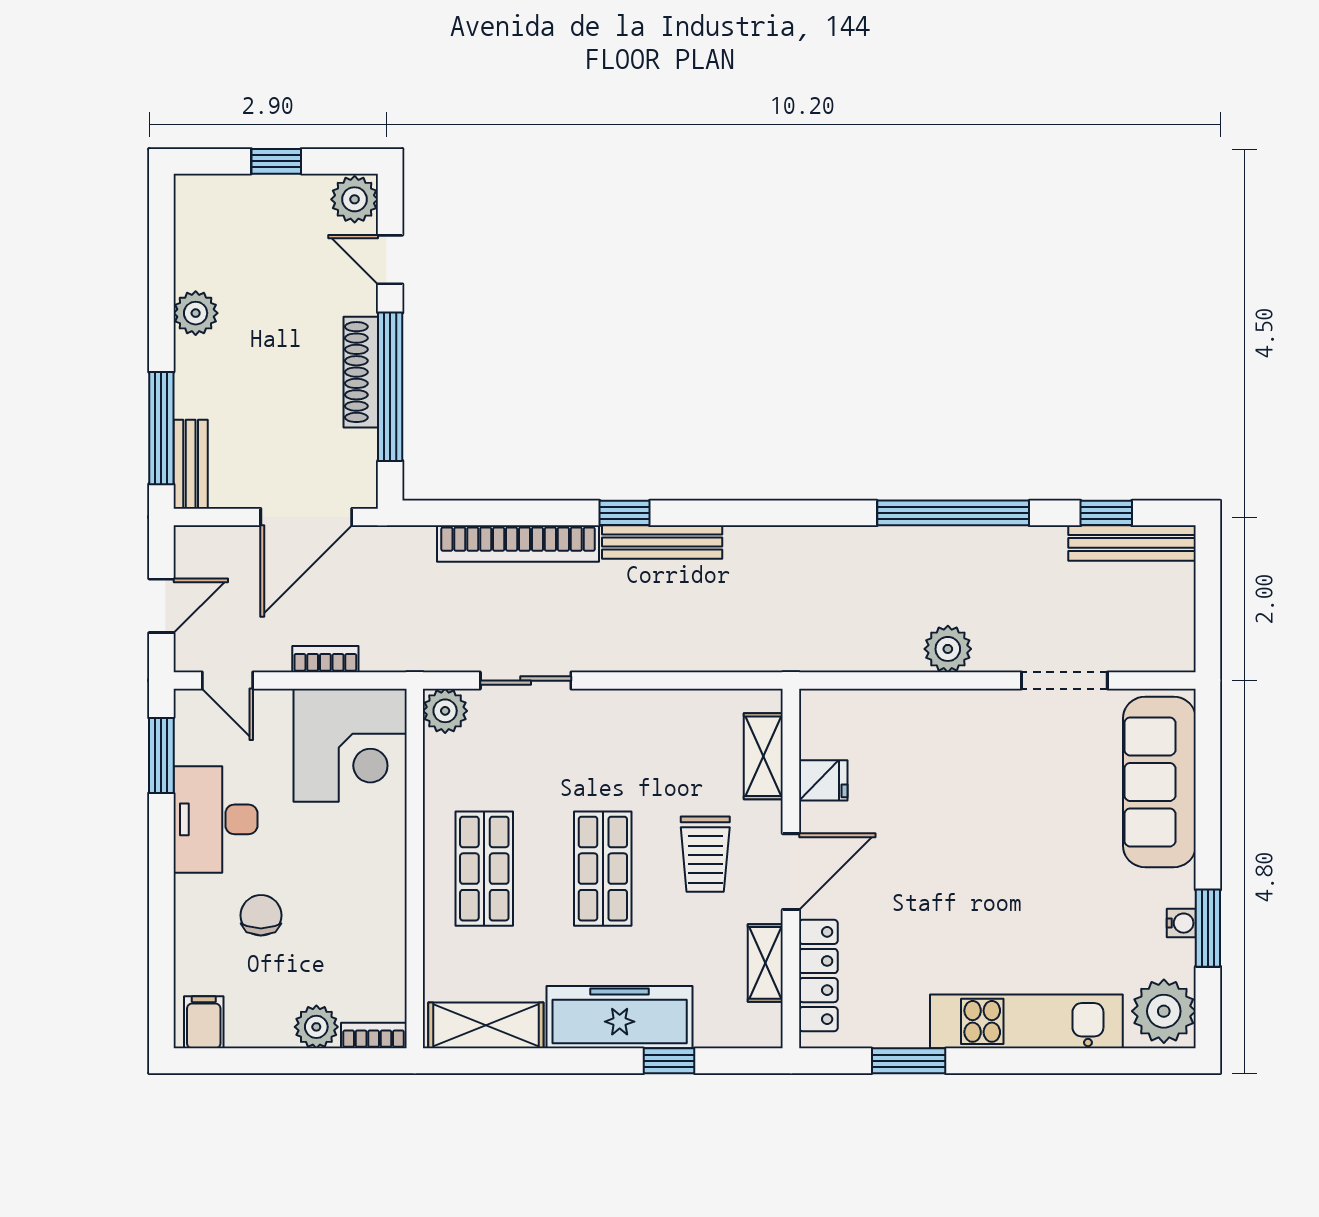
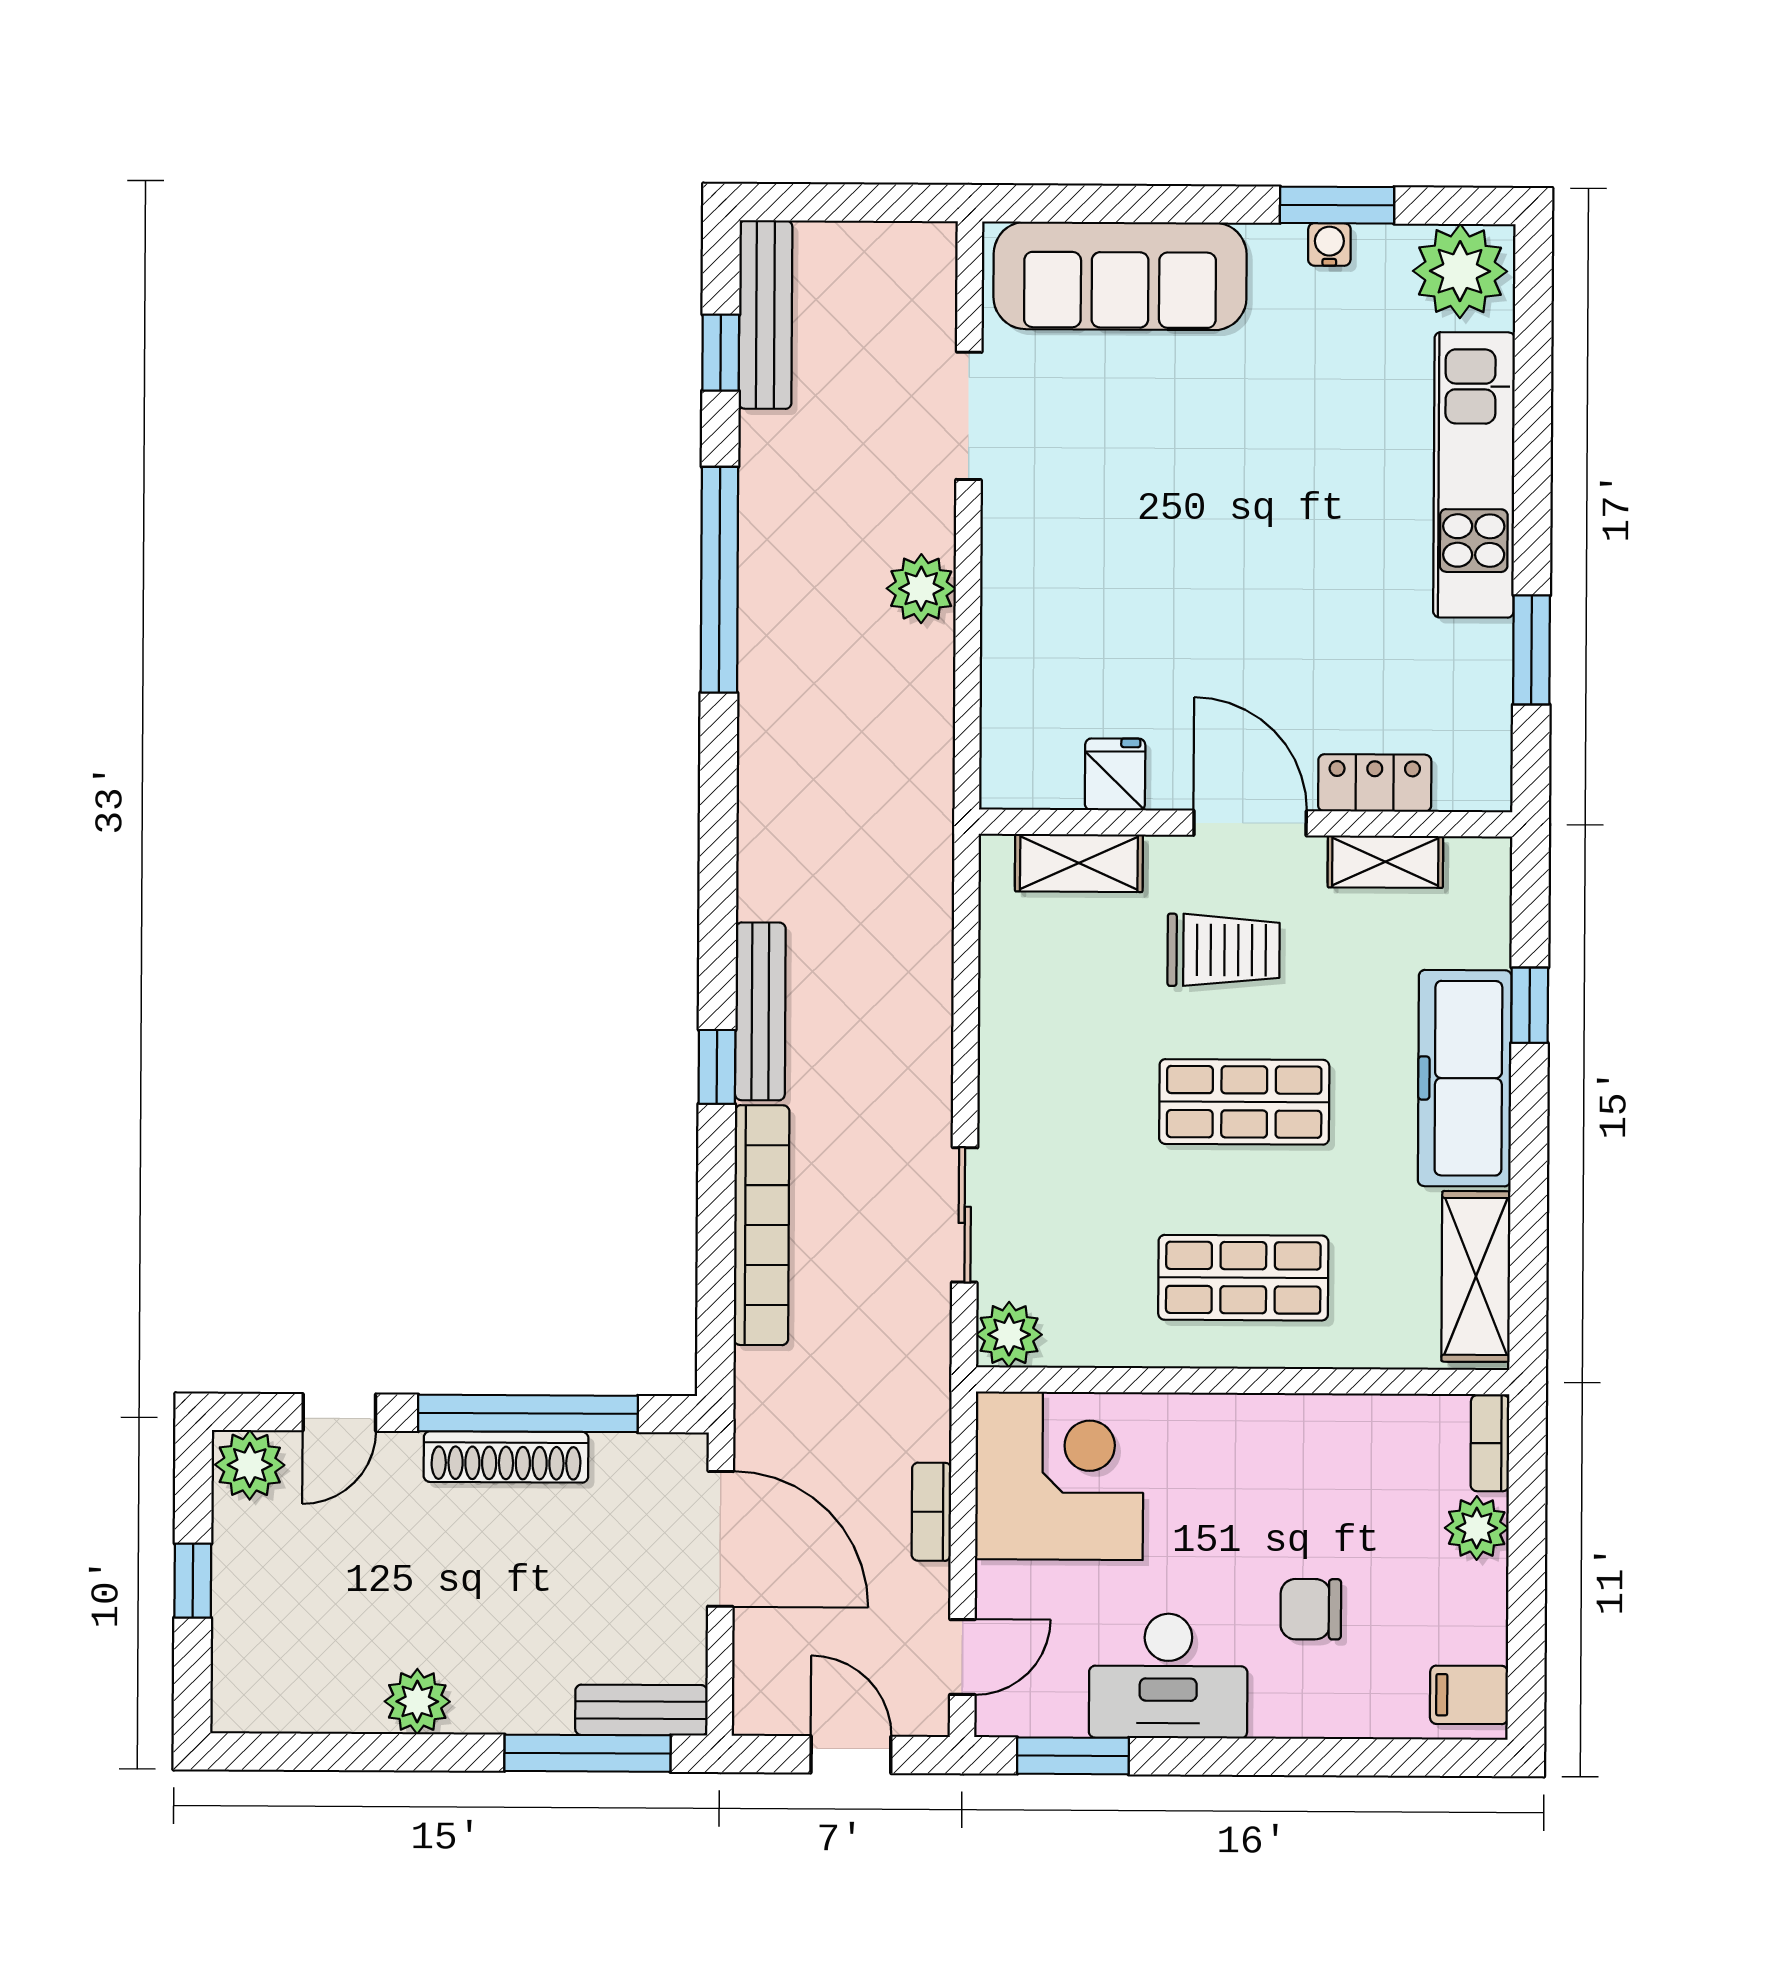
locker: (818, 976) -> (1375, 783), width x0.66

